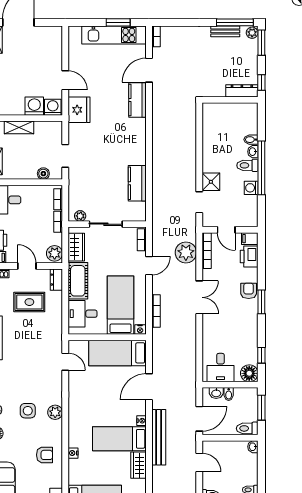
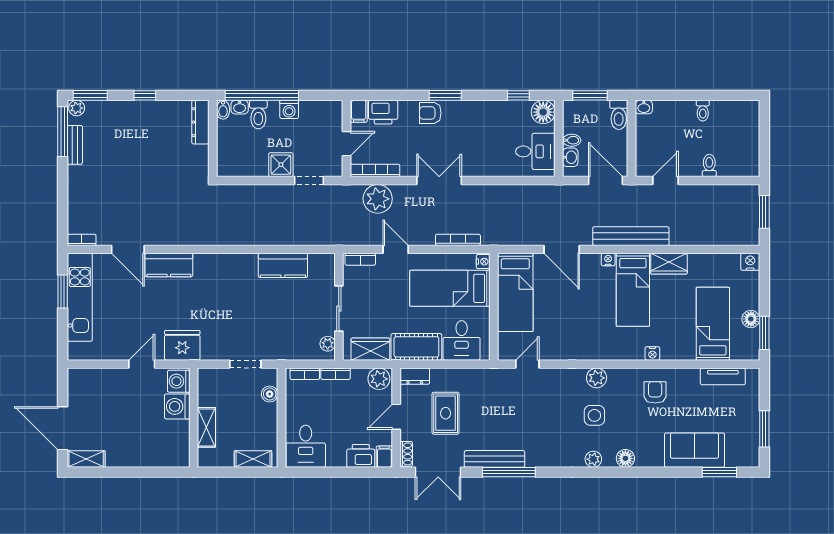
dresser: (242, 91) -> (200, 122), moved
wall: (230, 100) -> (213, 138), moved

